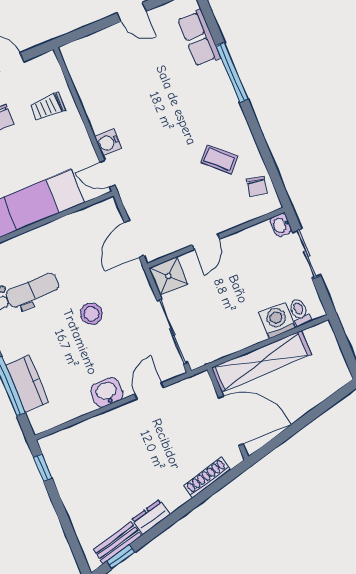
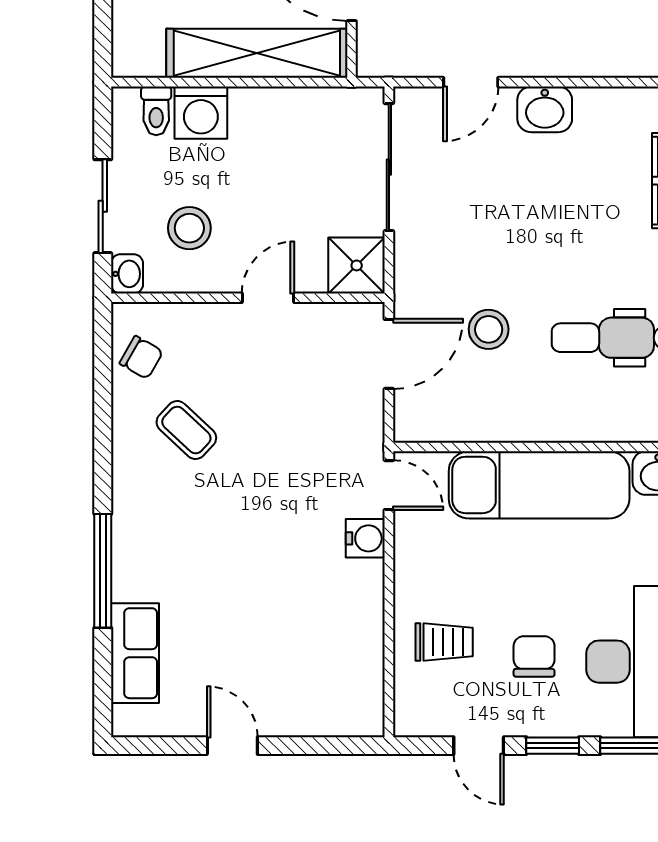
chair: (257, 186) -> (141, 357), turned 108
stool: (259, 260) -> (189, 228), added
stool: (91, 314) -> (489, 329), moved

